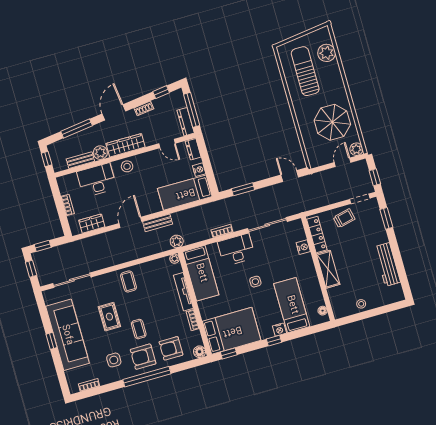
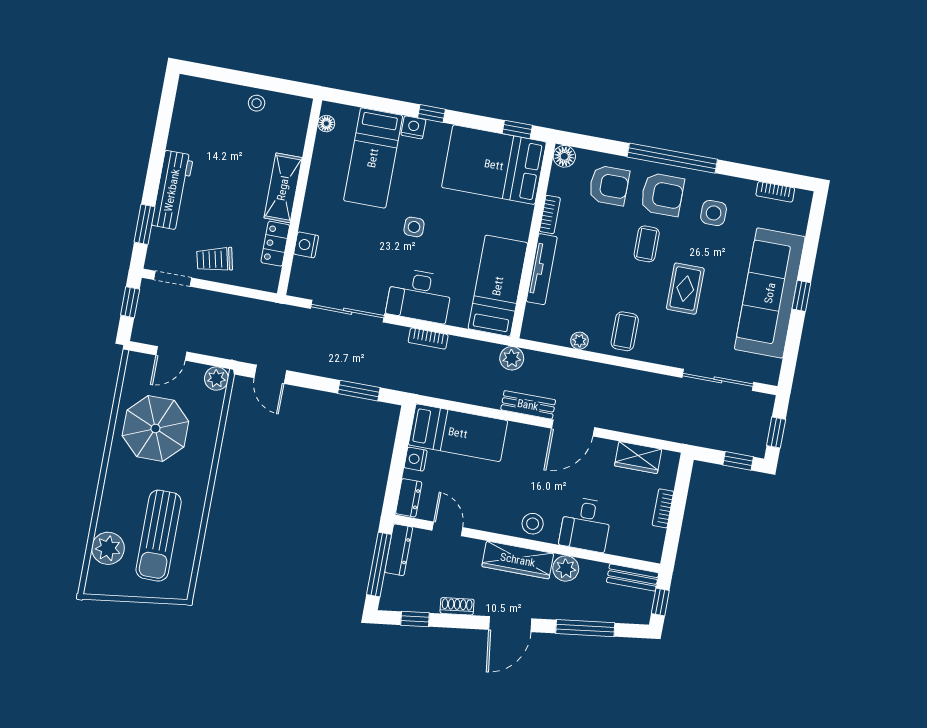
plant: (356, 149) -> (216, 379), moved
bench: (80, 160) -> (633, 577), moved
desk: (97, 180) -> (586, 524), width x0.73
locker: (317, 235) -> (275, 244), width x0.66
plant: (175, 259) -> (579, 341), moved
workbench: (387, 264) -> (172, 190), moved

